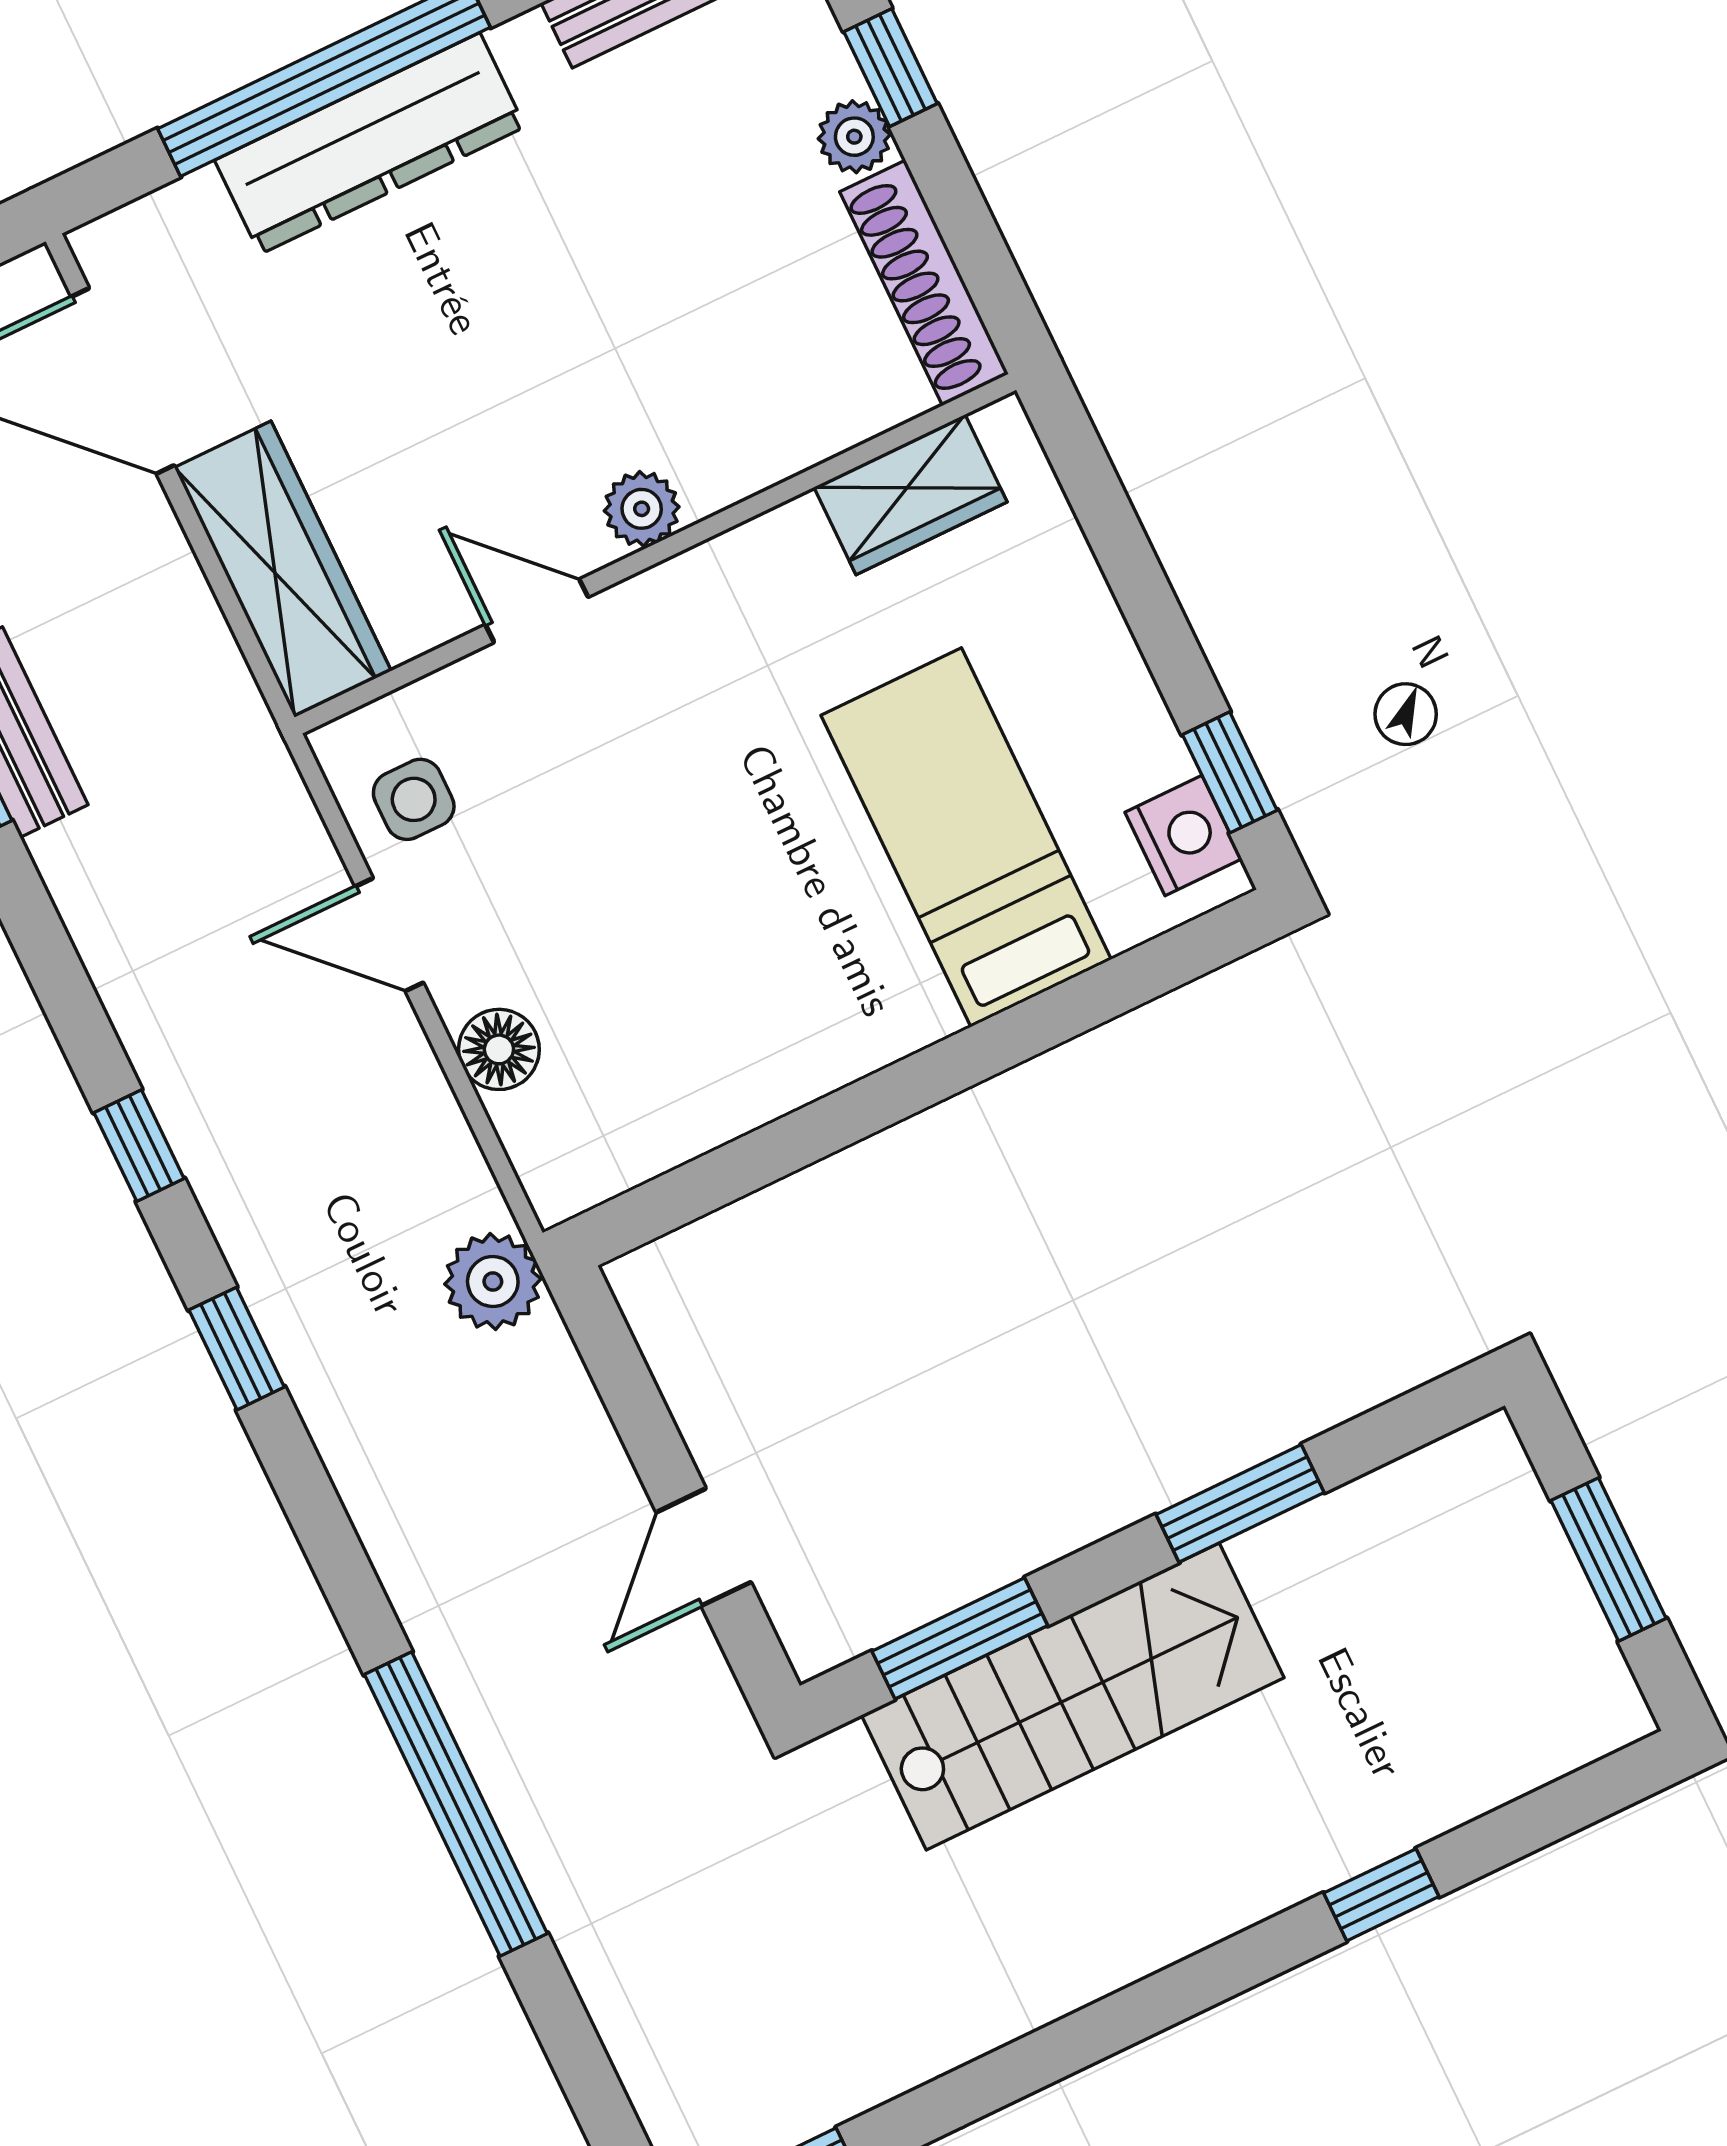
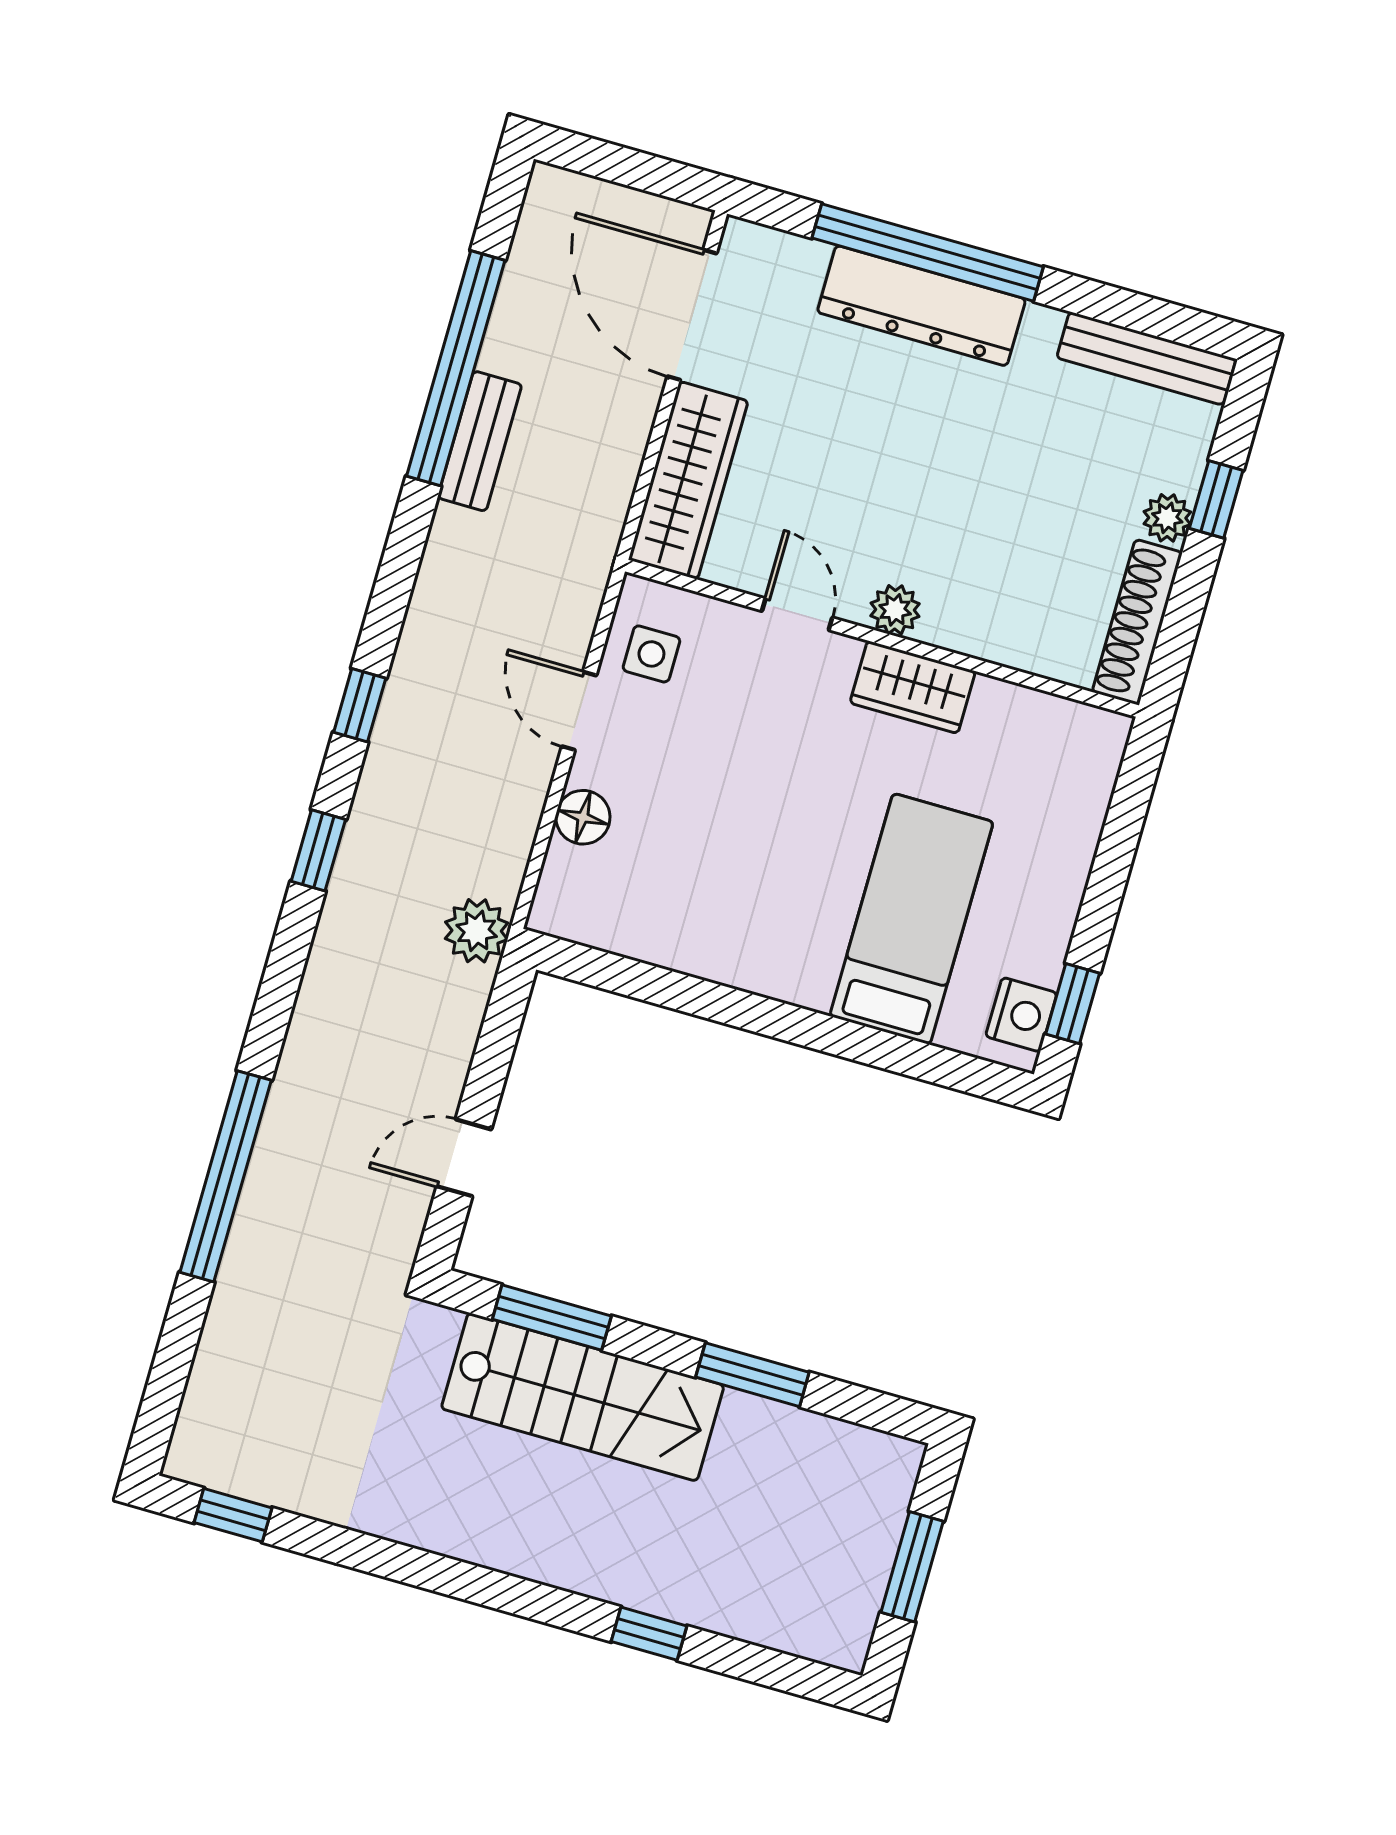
wardrobe: (911, 495) -> (913, 687), moved

